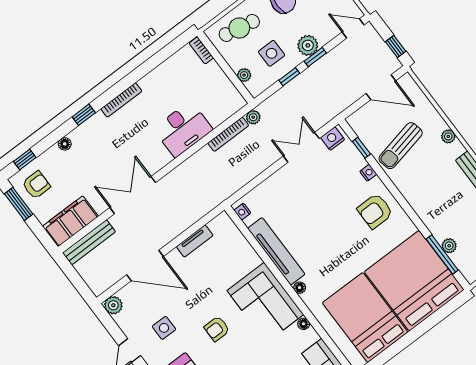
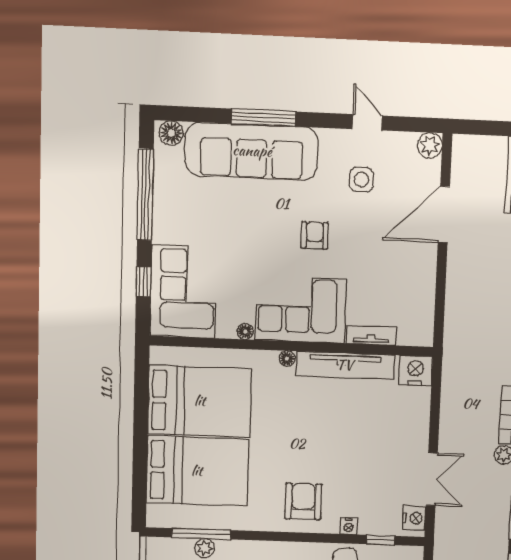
nightstand: (242, 212) -> (416, 370), width x1.89, depth x1.79
tv unit: (195, 241) -> (371, 335), moved, turned 90
bed: (414, 281) -> (197, 471), width x0.73

